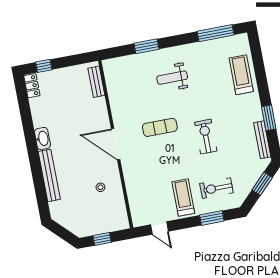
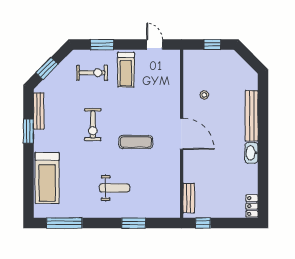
window: (44, 66) -> (203, 223), moved
treadmill: (241, 75) -> (47, 178), width x1.37, depth x1.38

